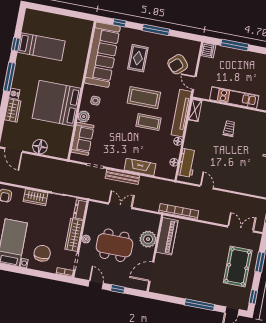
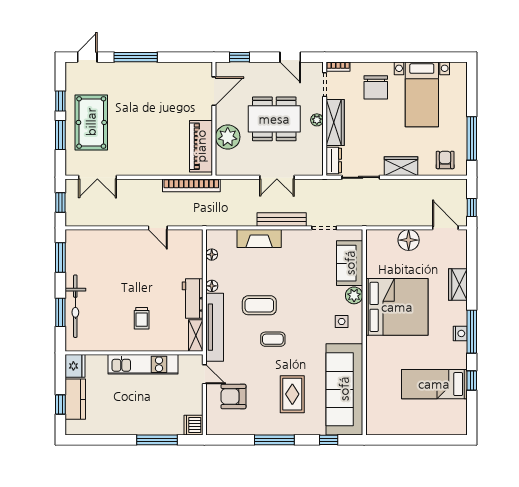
armchair: (178, 64) -> (233, 396), turned -137
nightstand: (14, 94) -> (460, 333), moved
coffee table: (144, 98) -> (273, 339), width x0.54, depth x0.58
workbench: (187, 163) -> (193, 298), moved
window: (118, 289) -> (240, 57), moved
window: (253, 297) -> (60, 101), moved

